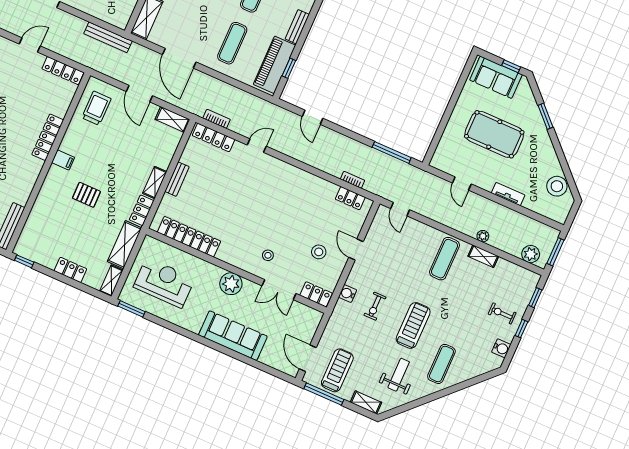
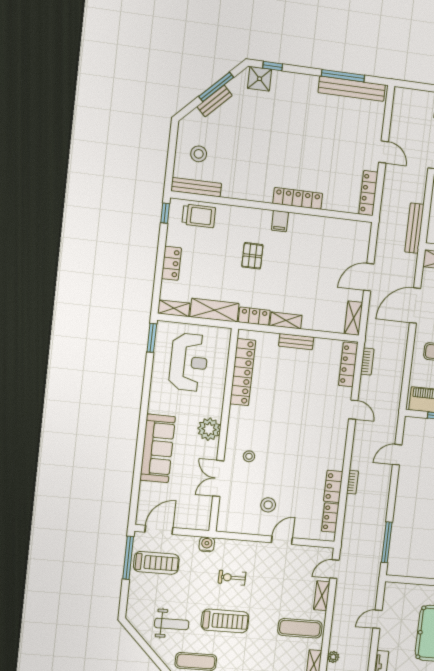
trolley: (96, 108) -> (199, 216), moved
bookcase: (353, 180) -> (352, 482), moved
water cooler: (348, 293) -> (207, 544), moved
locker: (316, 294) -> (333, 486), moved, turned 180
shelving: (366, 402) -> (322, 596), moved

